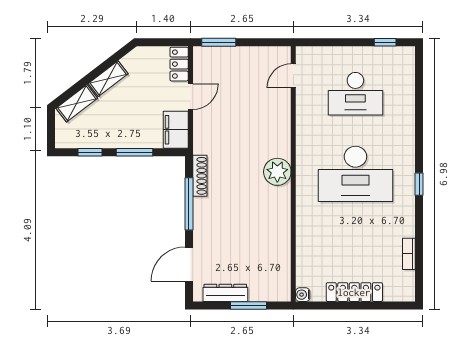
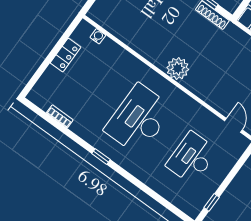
locker: (354, 292) -> (66, 55), width x0.66
water cooler: (303, 295) -> (98, 36), moved

